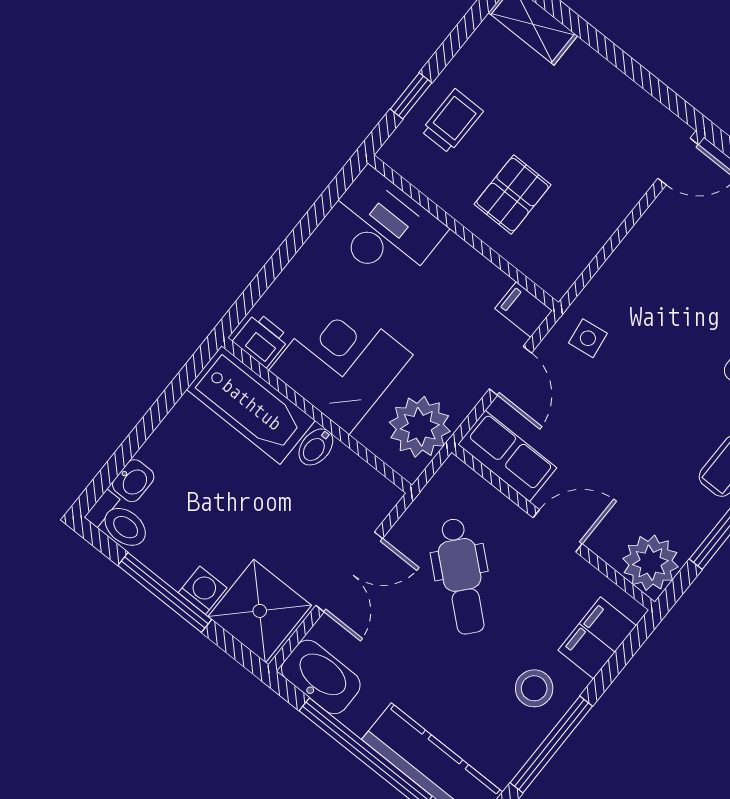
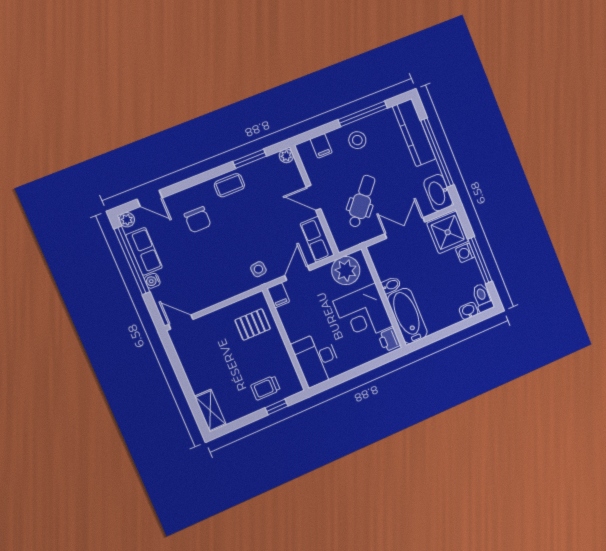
pallet: (513, 195) -> (253, 324), moved
plant: (650, 563) -> (286, 156), width x0.53, depth x0.53
filing cabinet: (597, 638) -> (321, 146), width x0.50

